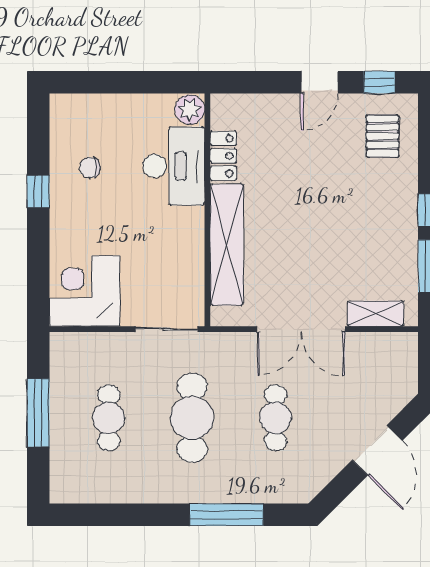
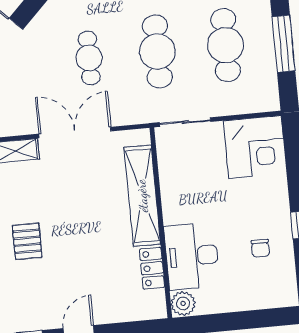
pallet: (383, 136) -> (27, 241), moved
chair: (90, 168) -> (260, 248), turned 90
cafe table: (109, 418) -> (226, 45), width x1.37, depth x1.35

